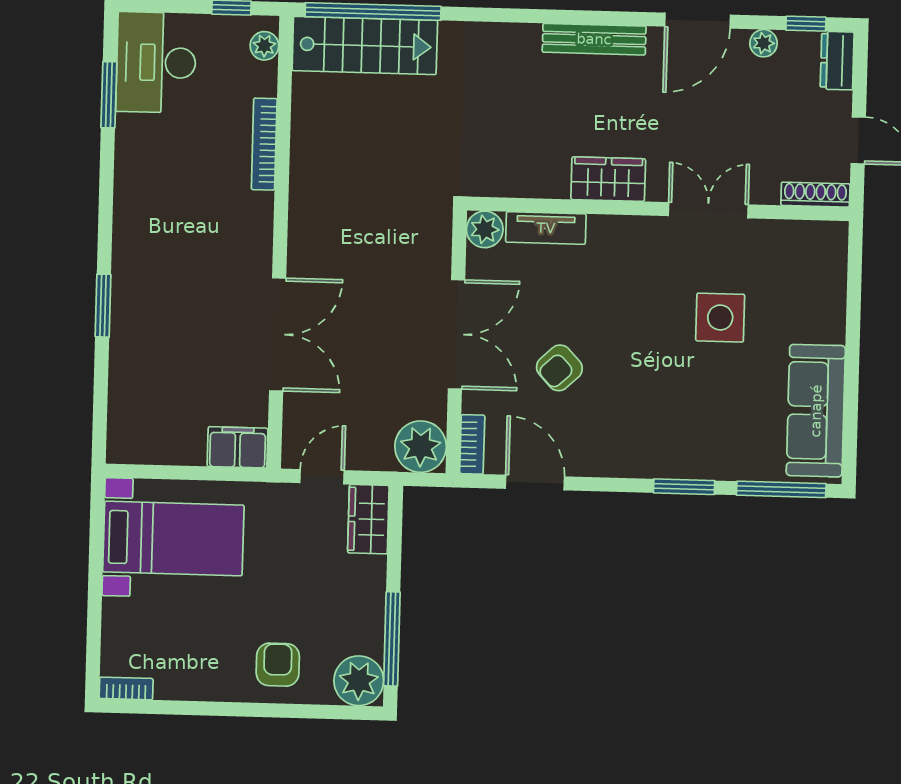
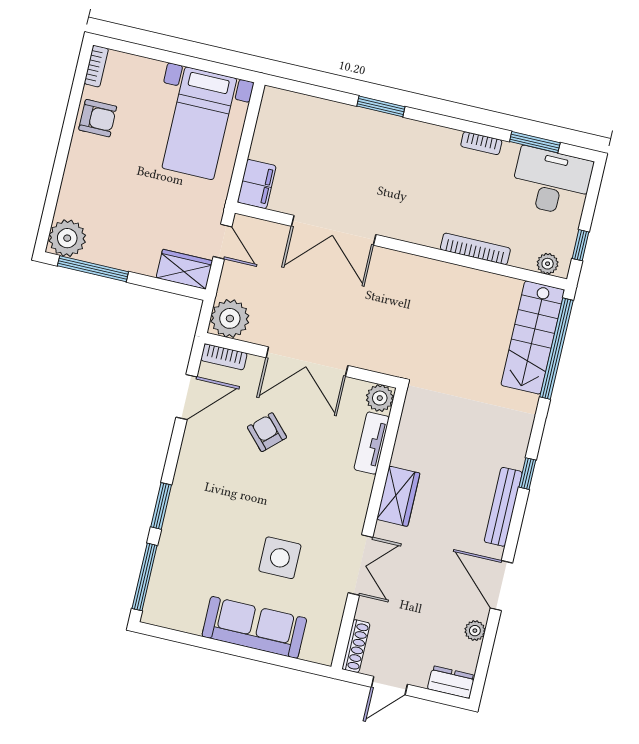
window: (806, 24) -> (527, 474), moved
bookcase: (124, 165) -> (481, 143), added
sofa: (816, 411) -> (254, 627), moved
armchair: (278, 665) -> (98, 118), moved

